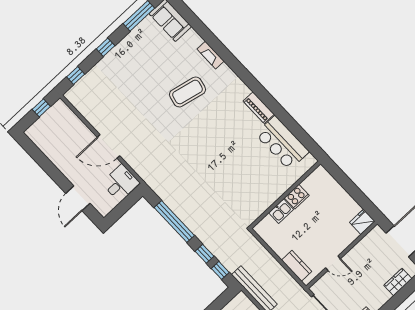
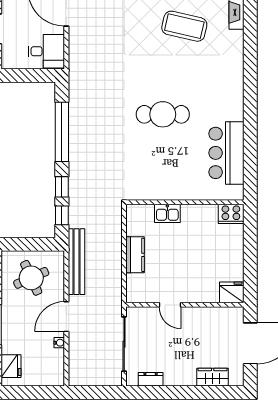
piano: (259, 108) -> (235, 101), removed
cafe table: (224, 156) -> (163, 114), added
cooker: (297, 197) -> (231, 214), moved
kitchen counter: (297, 266) -> (135, 255), moved

